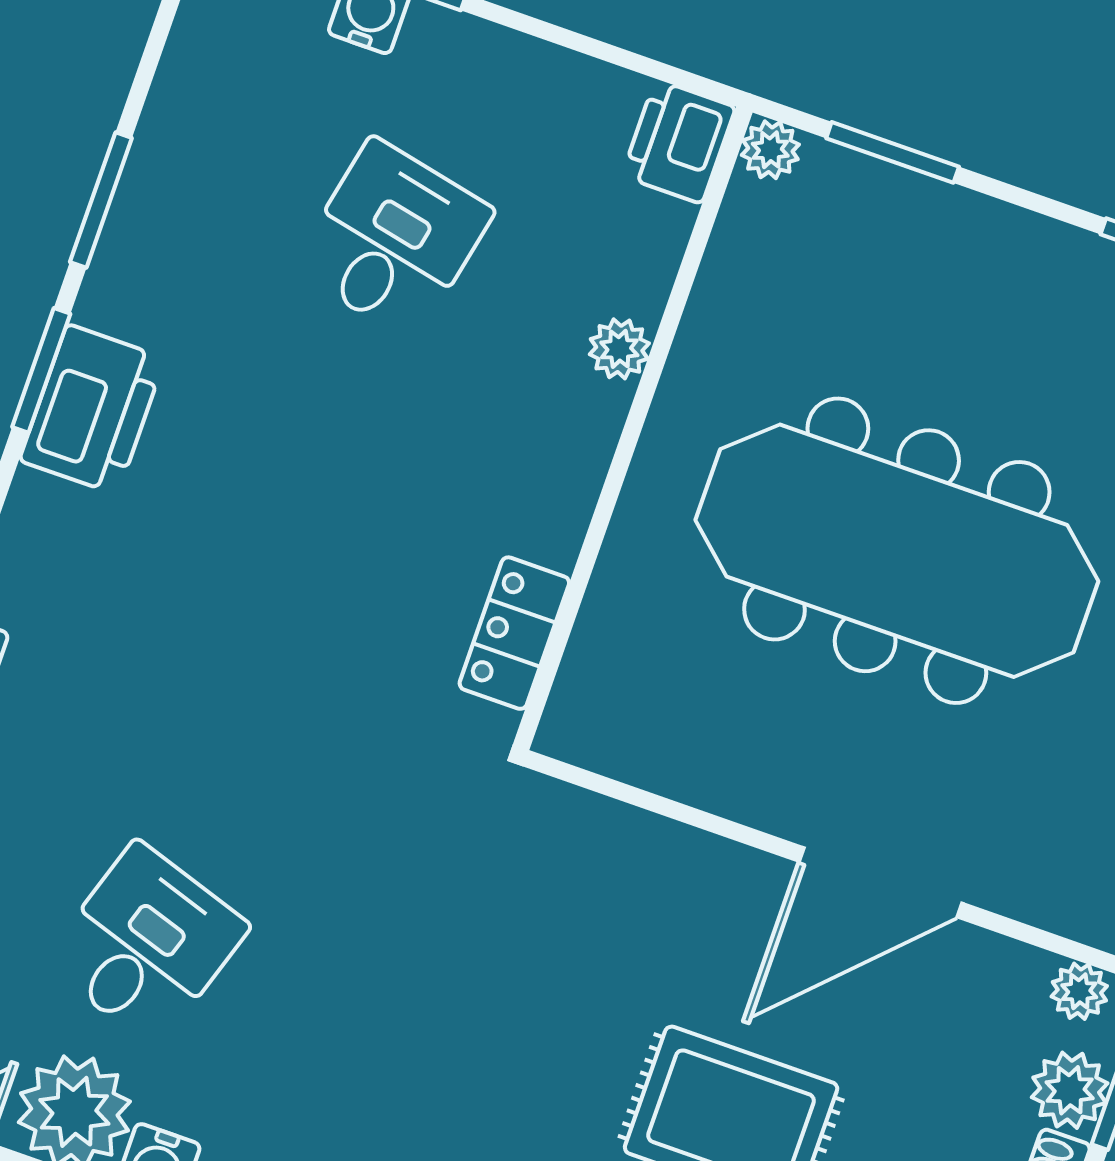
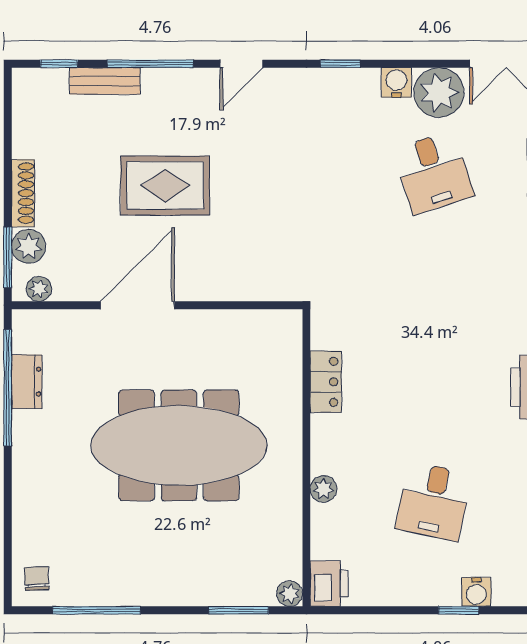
locker: (514, 633) -> (326, 382), moved
desk: (146, 944) -> (433, 173), turned -36

